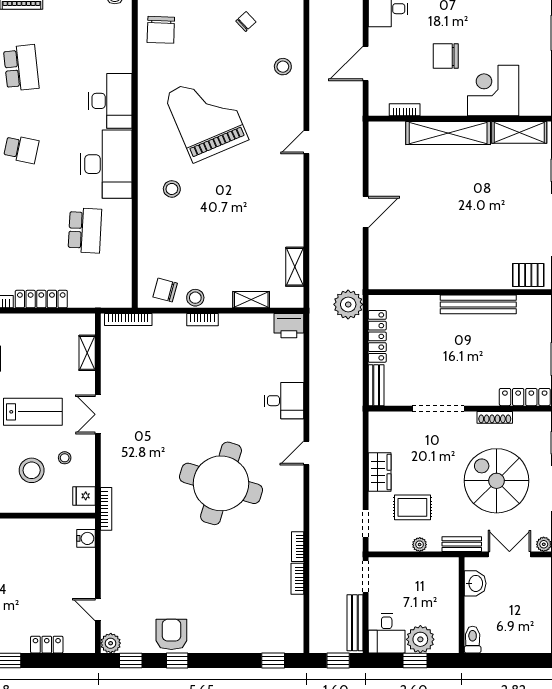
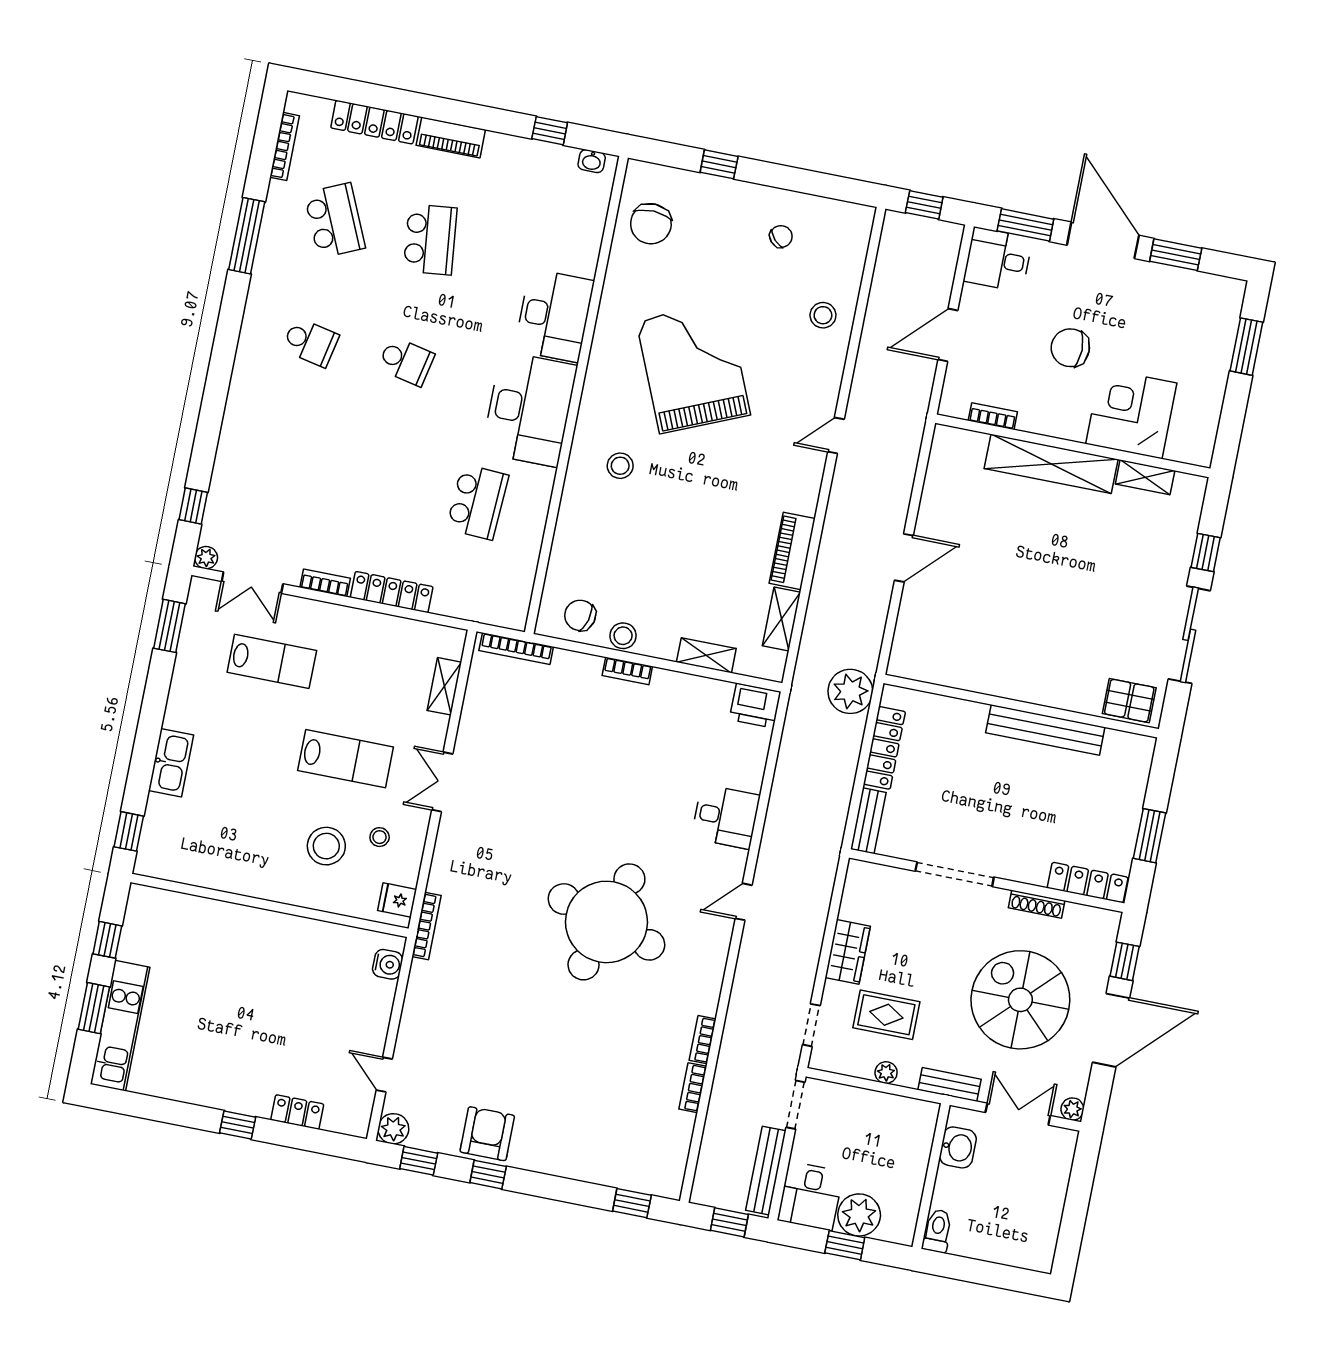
shelving: (519, 132) -> (1145, 477), width x0.67, depth x0.75
piano: (293, 222) -> (792, 551), added

